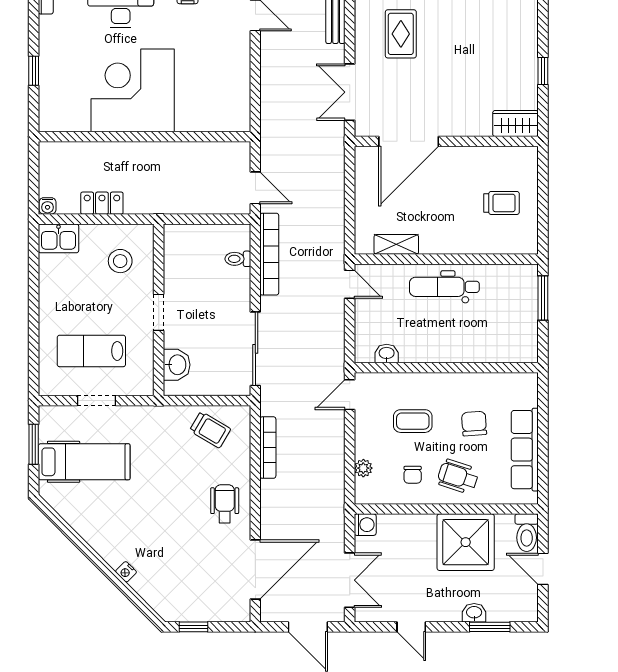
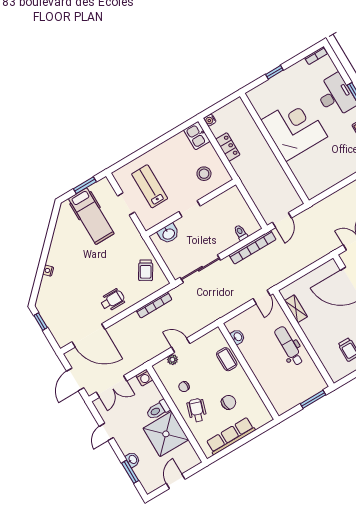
door: (350, 395) -> (181, 345), moved
coffee table: (413, 421) -> (227, 359), moved
toilet: (527, 533) -> (158, 410), moved

